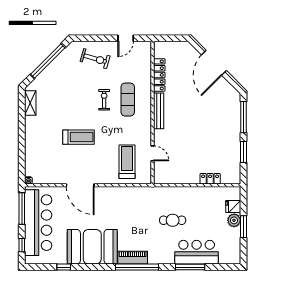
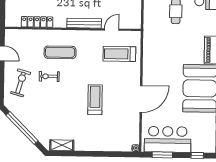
exercise bike: (104, 100) -> (49, 76), moved
bench: (159, 111) -> (84, 23), moved
window: (22, 209) -> (162, 155), width x0.69
bar counter: (38, 223) -> (168, 139), width x0.73

